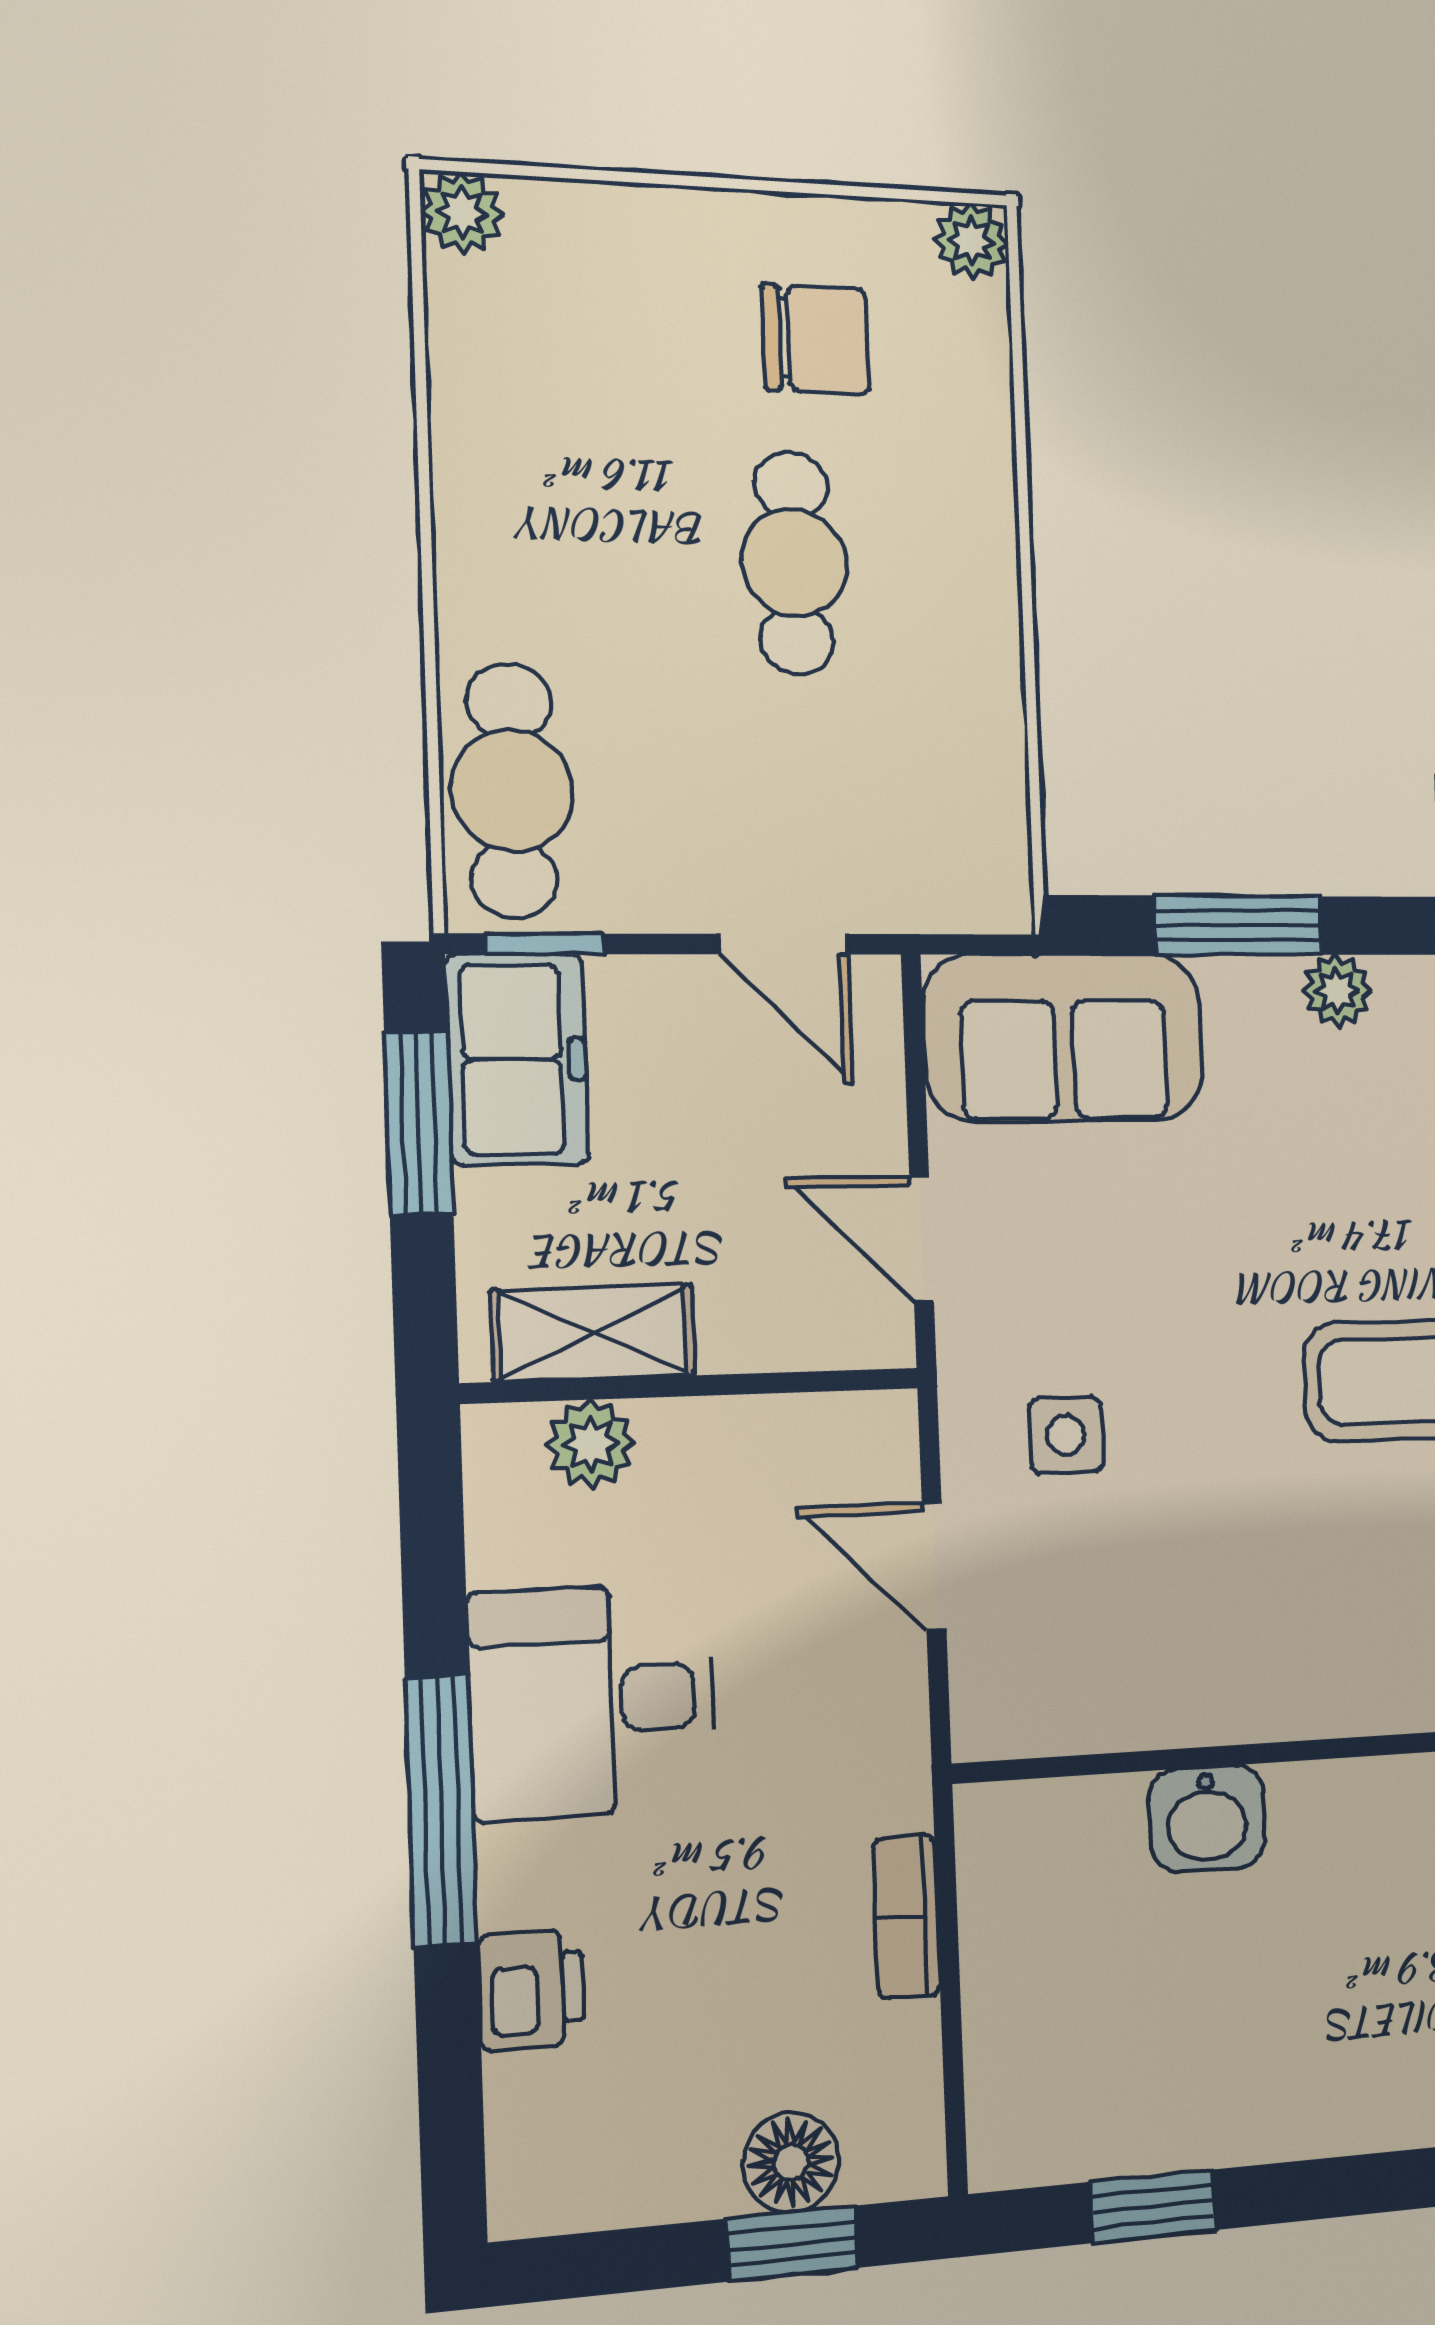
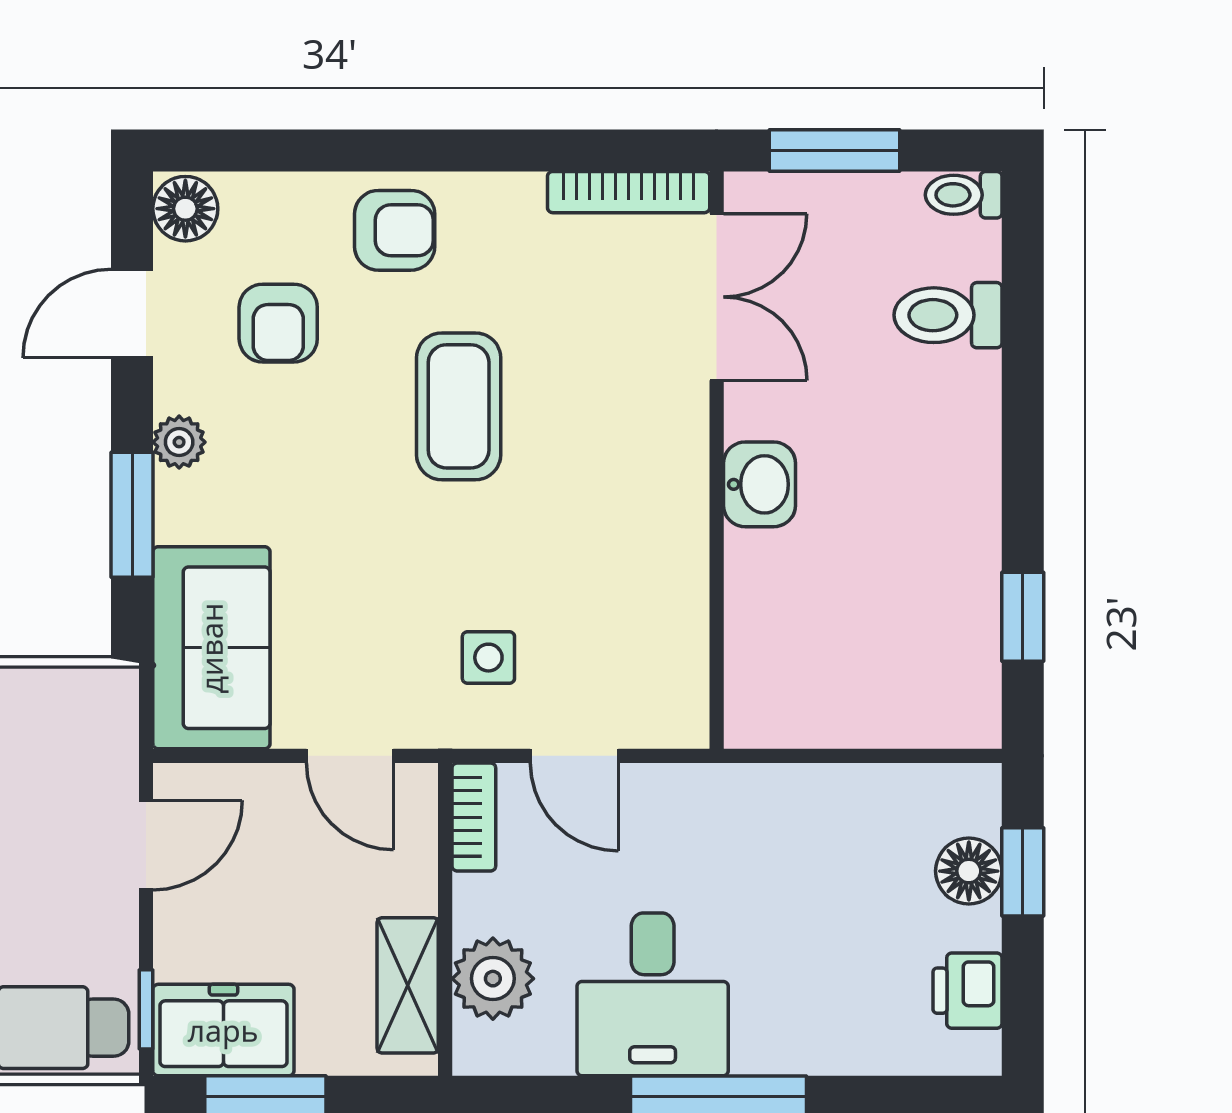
door: (922, 1239) -> (350, 756), hinge flipped
plant: (591, 1444) -> (493, 979), width x1.38, depth x1.38
door: (934, 1566) -> (574, 756), hinge flipped
washbasin: (1207, 1819) -> (759, 484), moved
bookcase: (907, 1917) -> (474, 817), moved, turned -90
printer: (531, 1990) -> (967, 991), moved, turned -90

